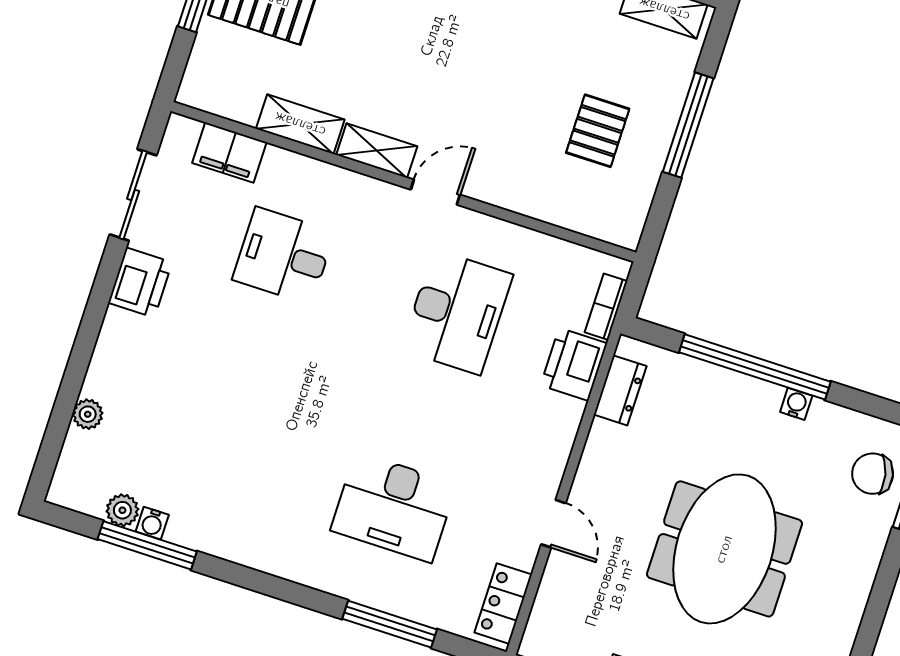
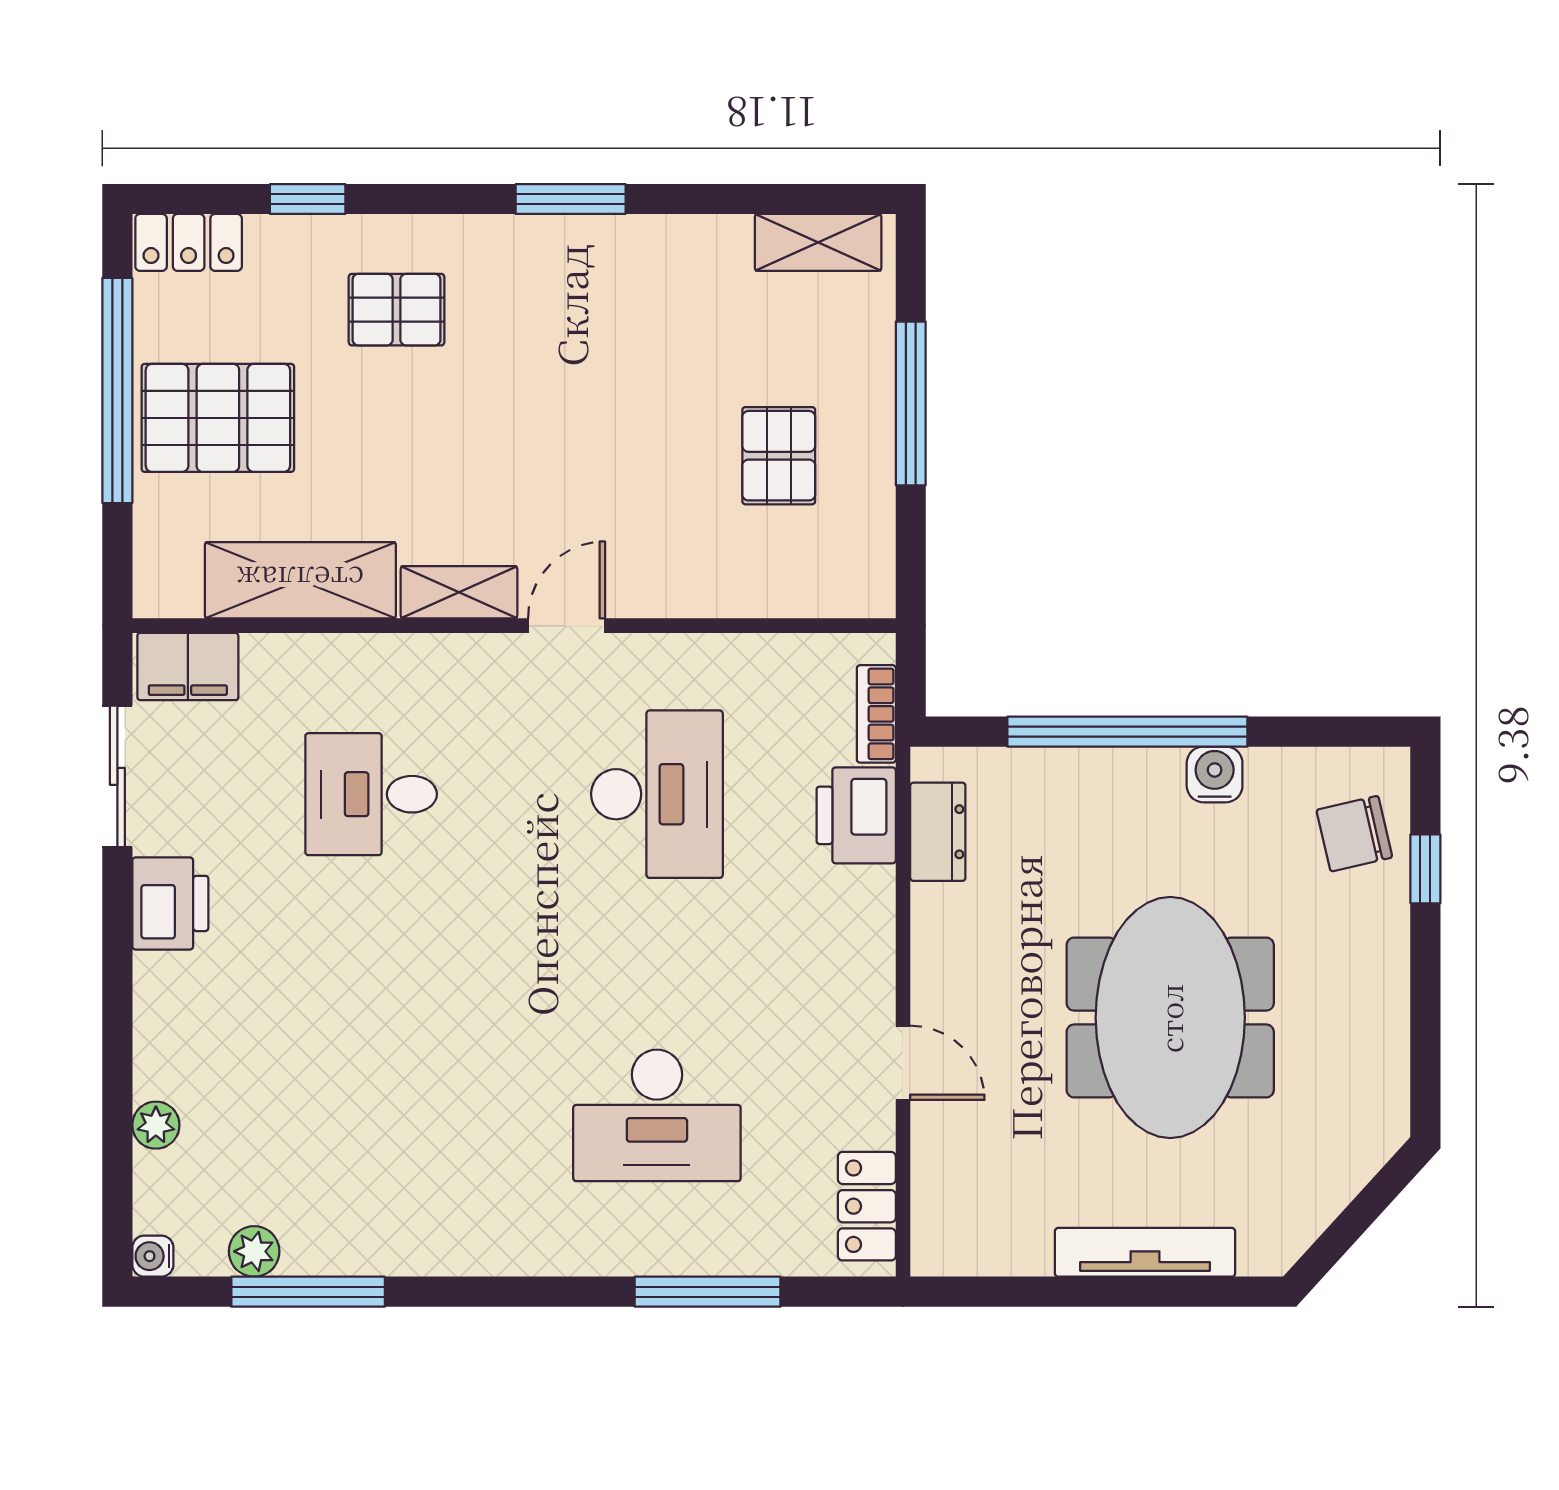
shelving: (300, 124) -> (300, 580), width x1.50, depth x1.33
filing cabinet: (229, 153) -> (188, 667), moved
water cooler: (796, 404) -> (1215, 774), width x1.38, depth x1.38
water cooler: (152, 523) -> (153, 1256), moved, turned 90

